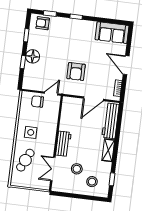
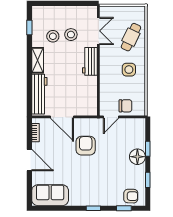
door: (93, 99) -> (62, 117), swing flipped
stool: (92, 182) -> (53, 36), moved

